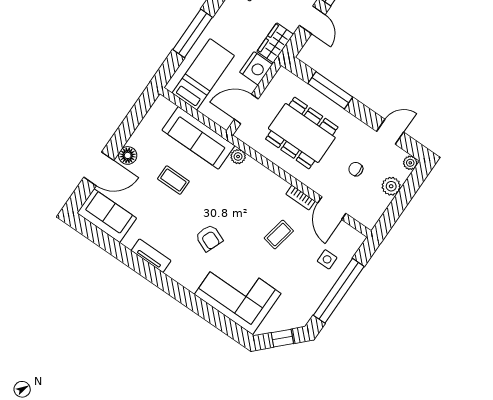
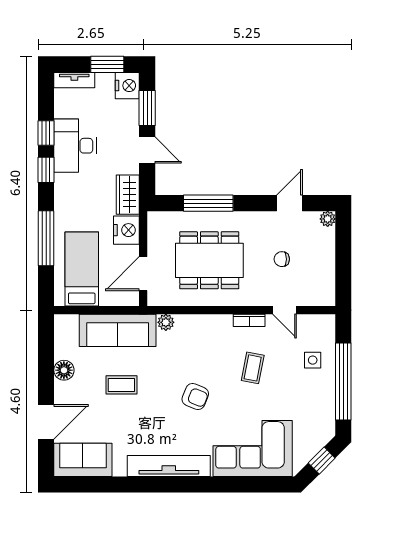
floor lamp: (128, 155) -> (64, 370), moved
plant: (391, 186) -> (325, 252), removed
door: (332, 208) -> (284, 310), width x0.73
armchair: (209, 238) -> (195, 397), moved
tv unit: (151, 256) -> (169, 466), width x1.92, depth x1.29

